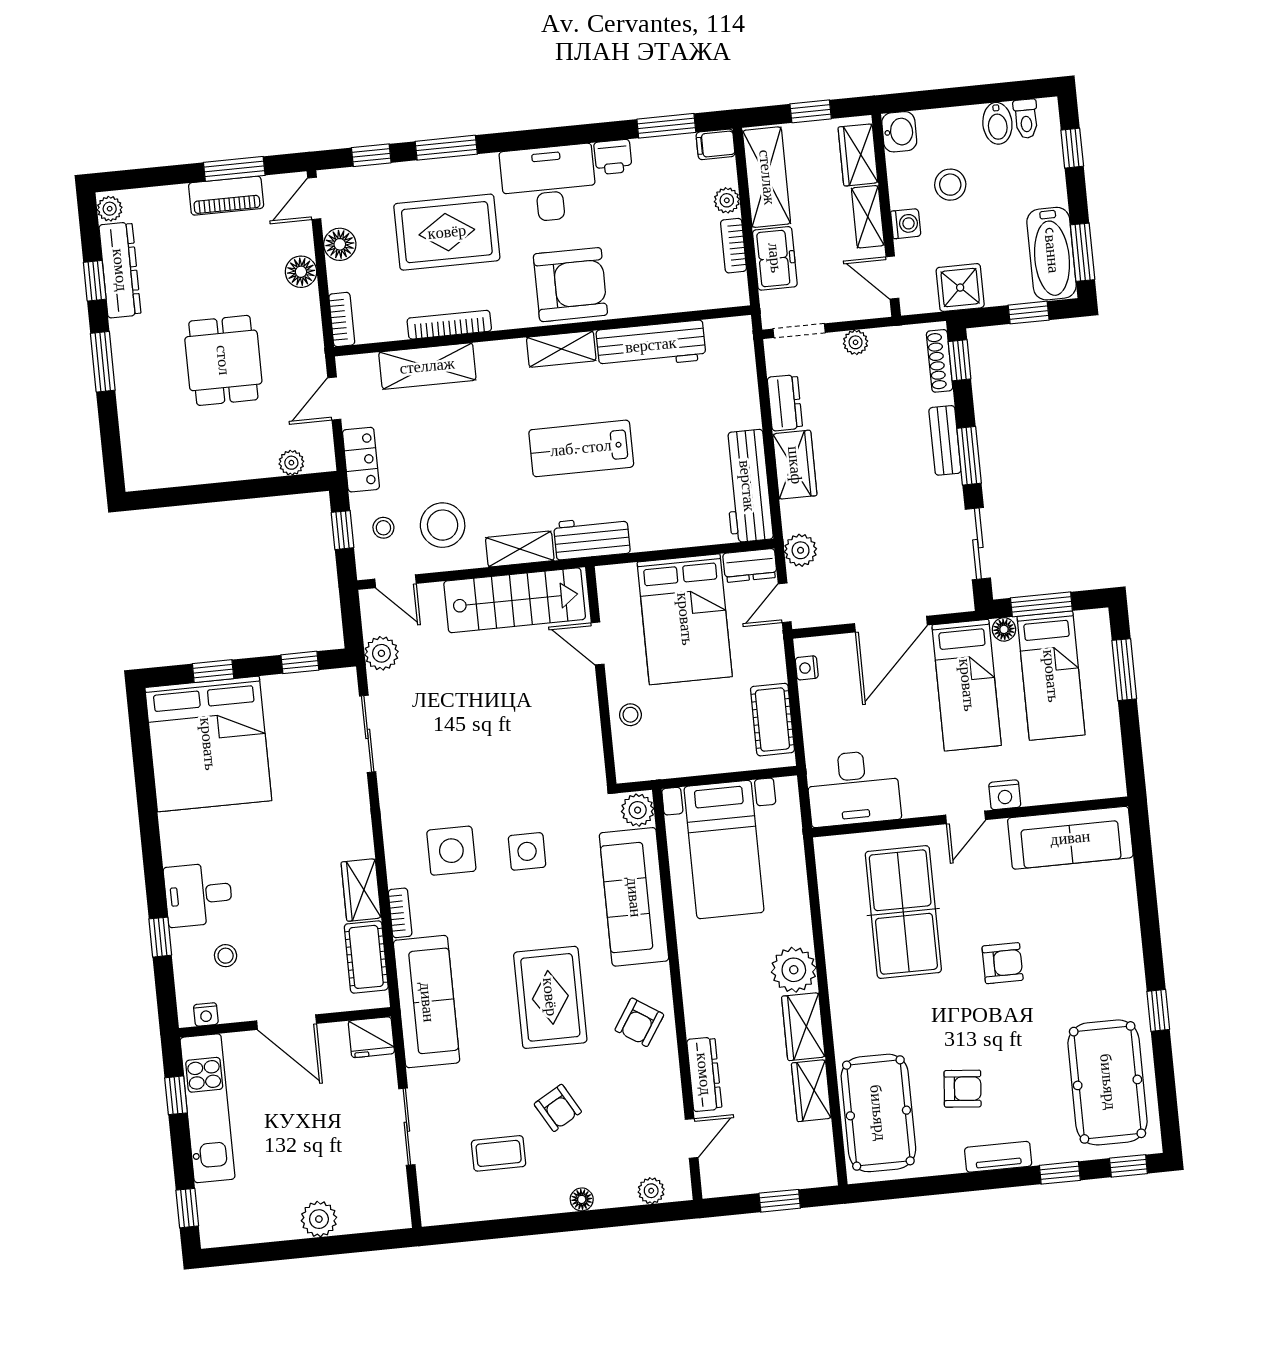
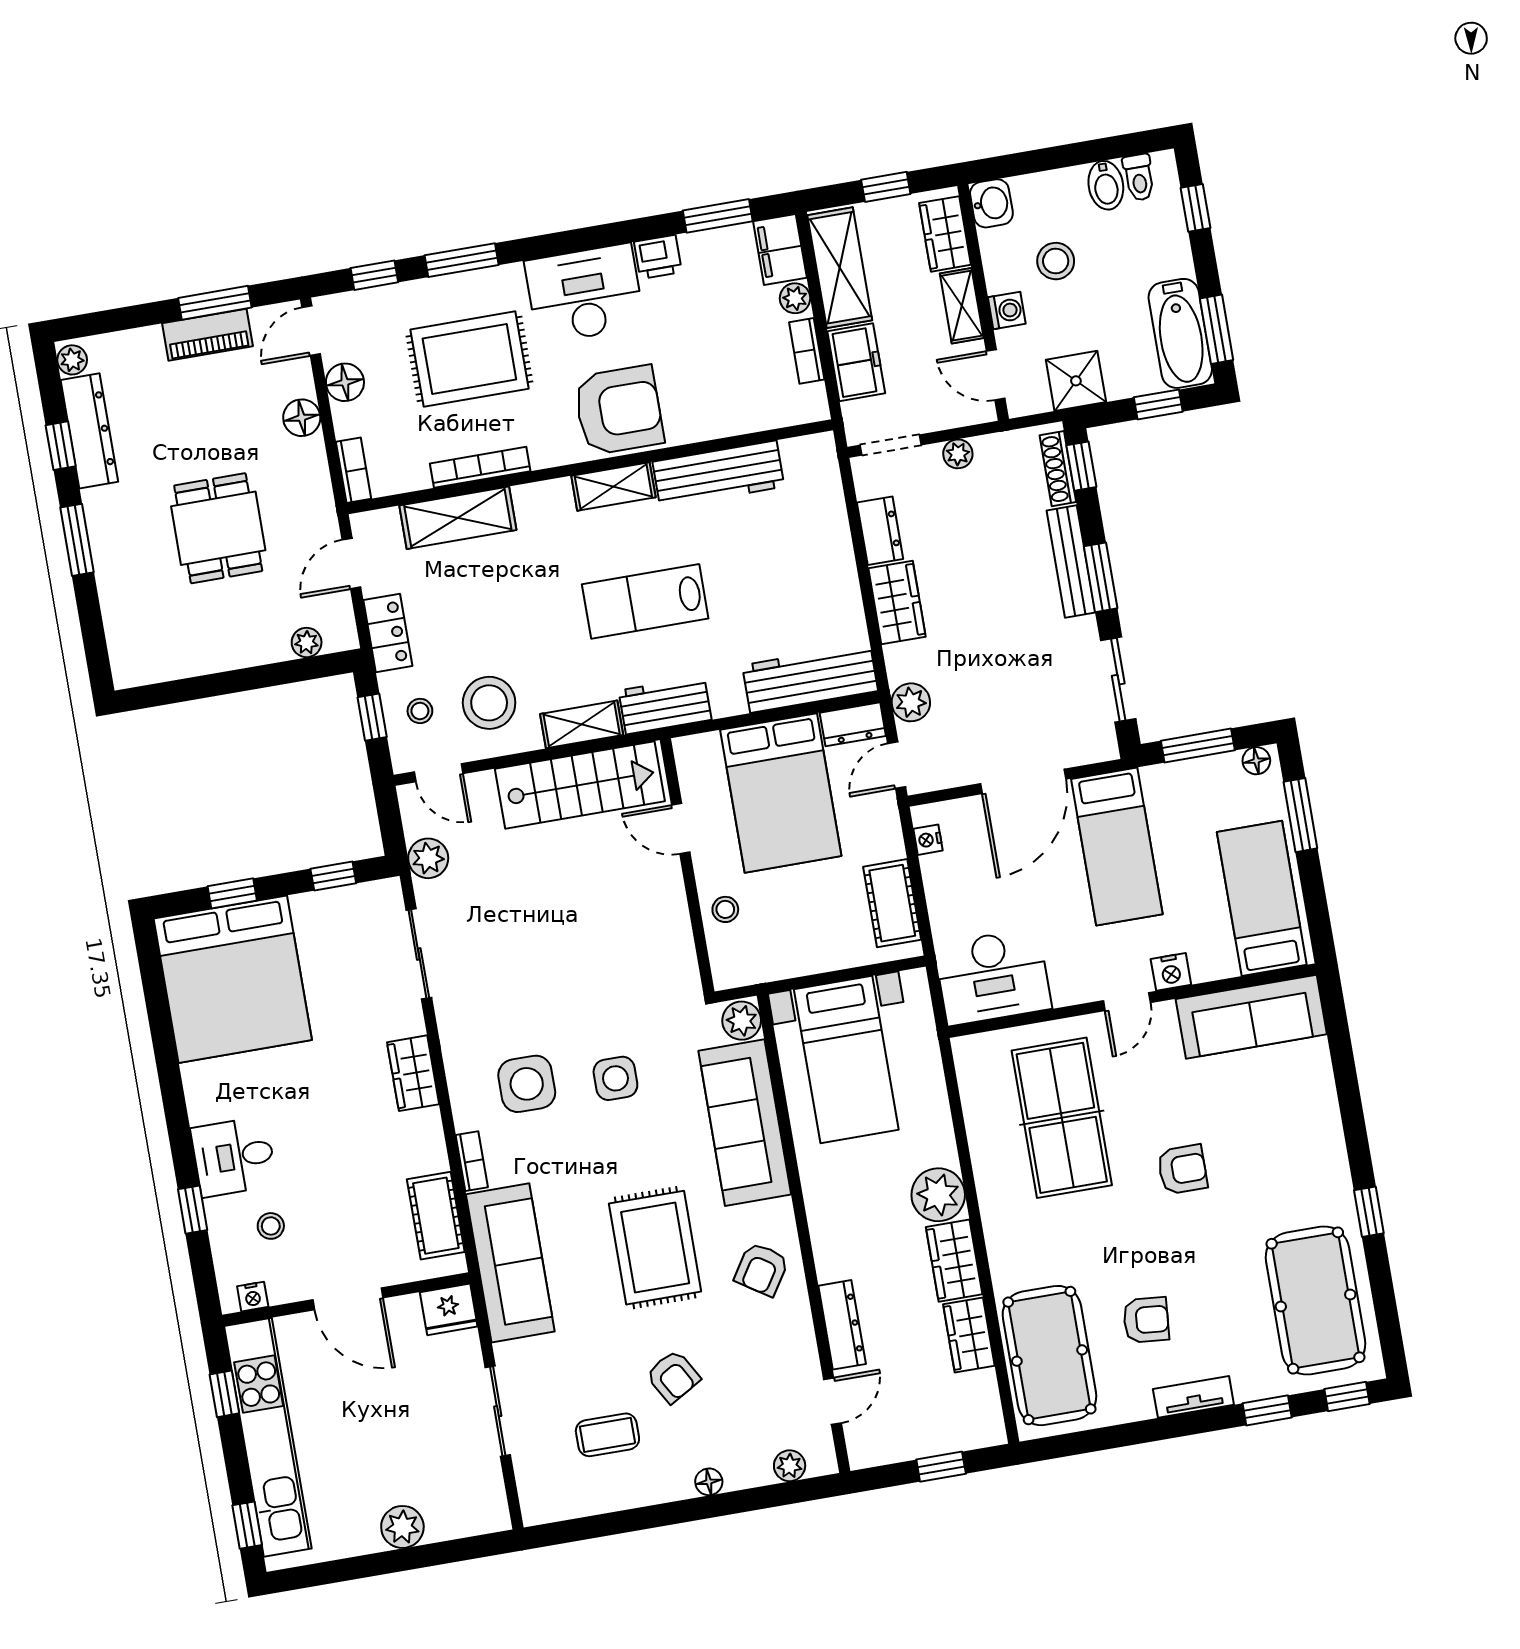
filing cabinet: (716, 144) -> (780, 250), width x2.00
bench: (945, 440) -> (1071, 561), width x1.36
workbench: (747, 486) -> (810, 678), moved, turned 90
floor lamp: (1004, 629) -> (1256, 761), moved
bed: (1051, 676) -> (1262, 898), moved, turned 180
wardrobe: (361, 890) -> (413, 1073), moved
kitchen unit: (208, 1108) -> (268, 1437), width x1.36

